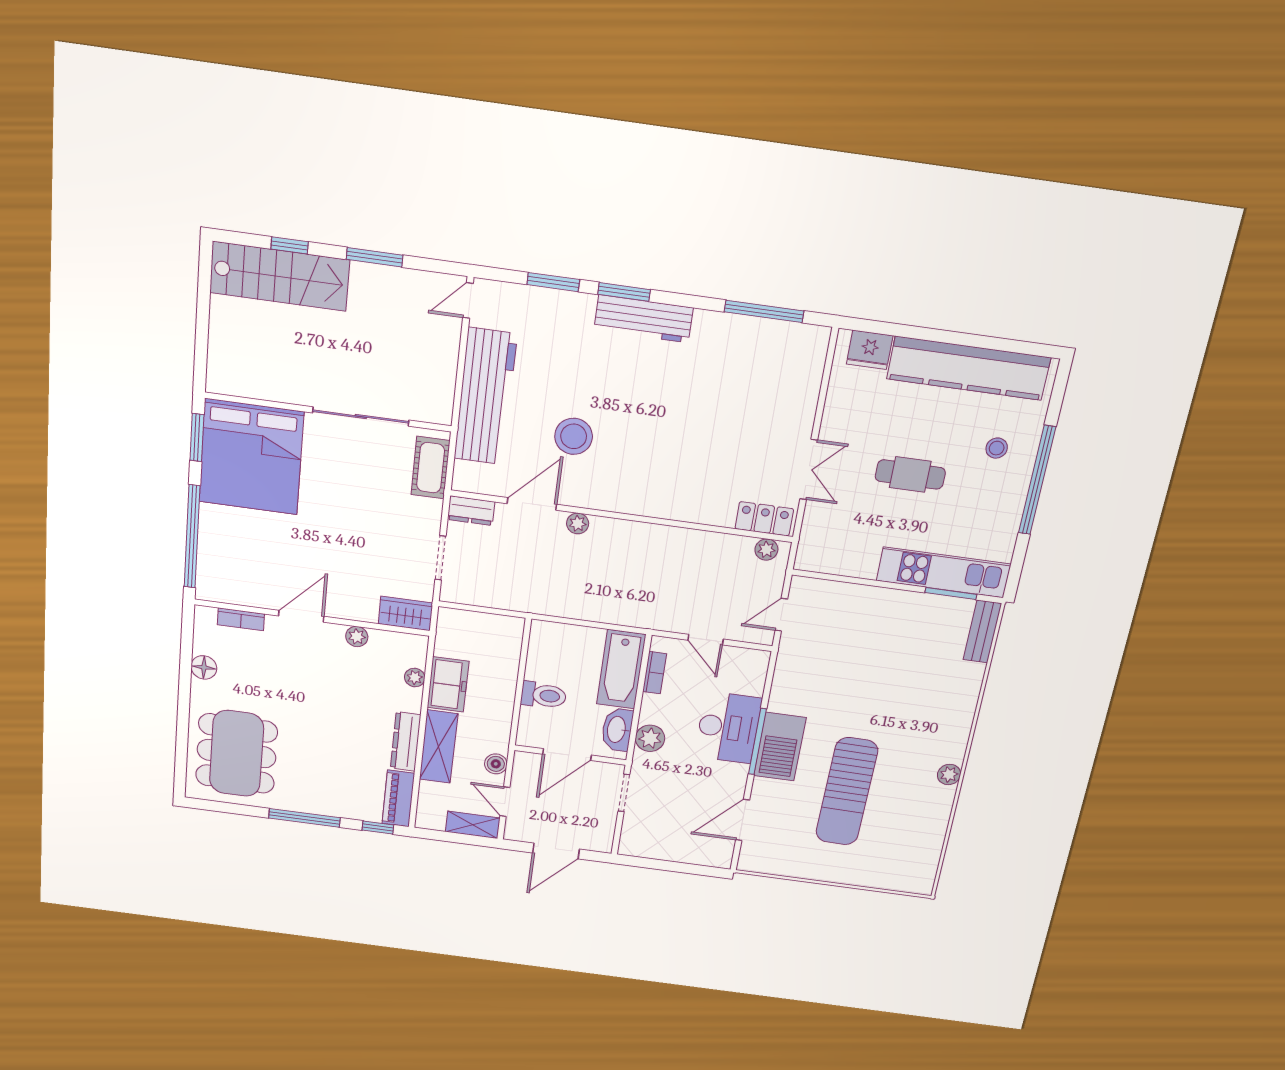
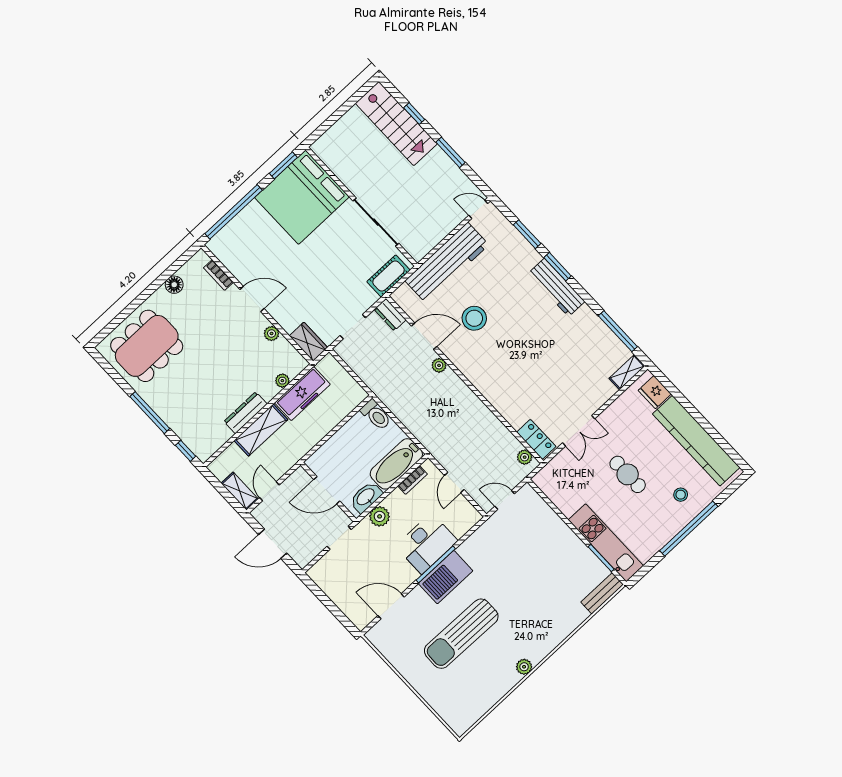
shelving: (815, 353) -> (627, 372), added
freezer: (448, 684) -> (302, 394), width x1.40
toilet: (544, 695) -> (376, 415), moved
boiler: (496, 764) -> (283, 465), removed
piano: (398, 798) -> (212, 443), removed

